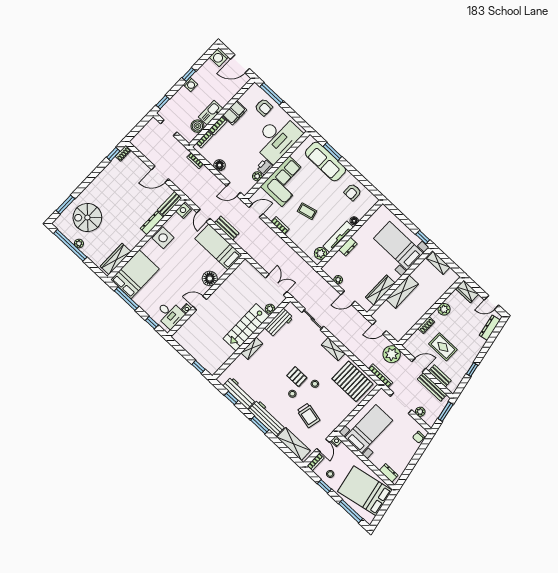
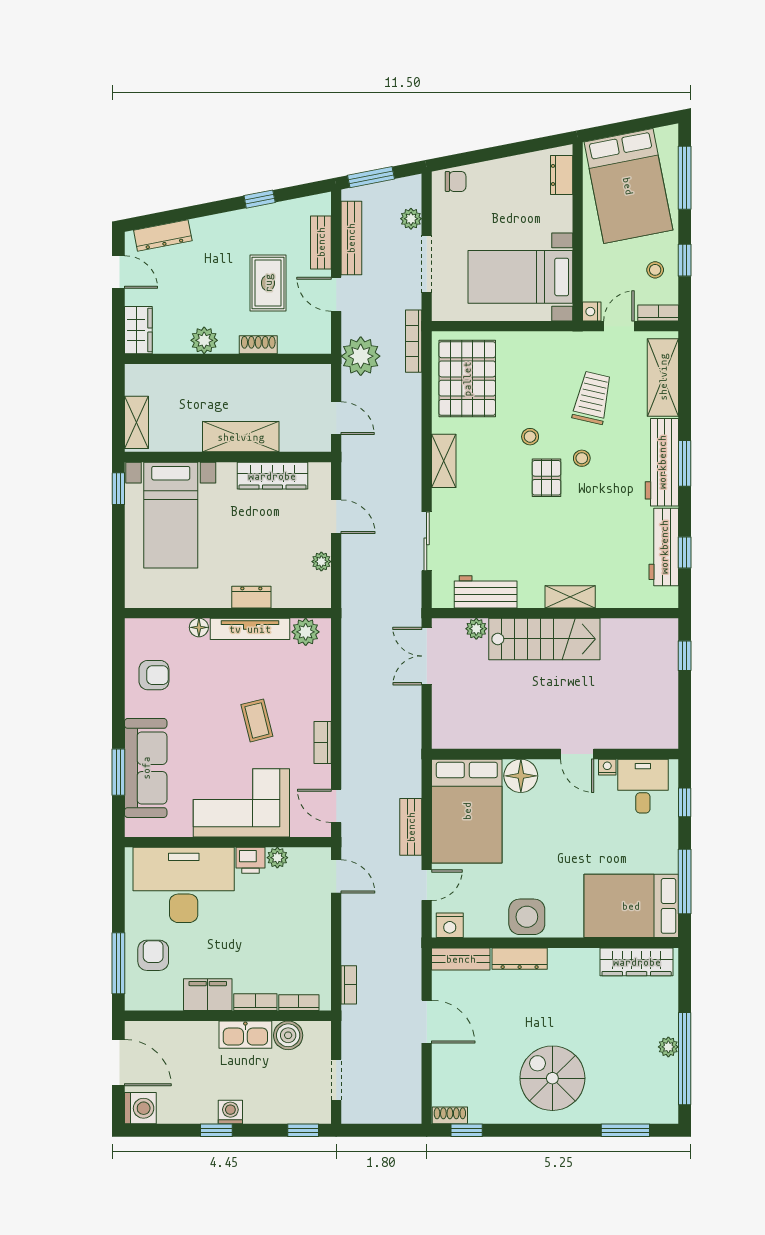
floor lamp: (220, 165) -> (318, 937), removed
spiral stairs: (87, 218) -> (552, 1078), moved, turned 180
bed: (218, 247) -> (467, 811), width x1.50

